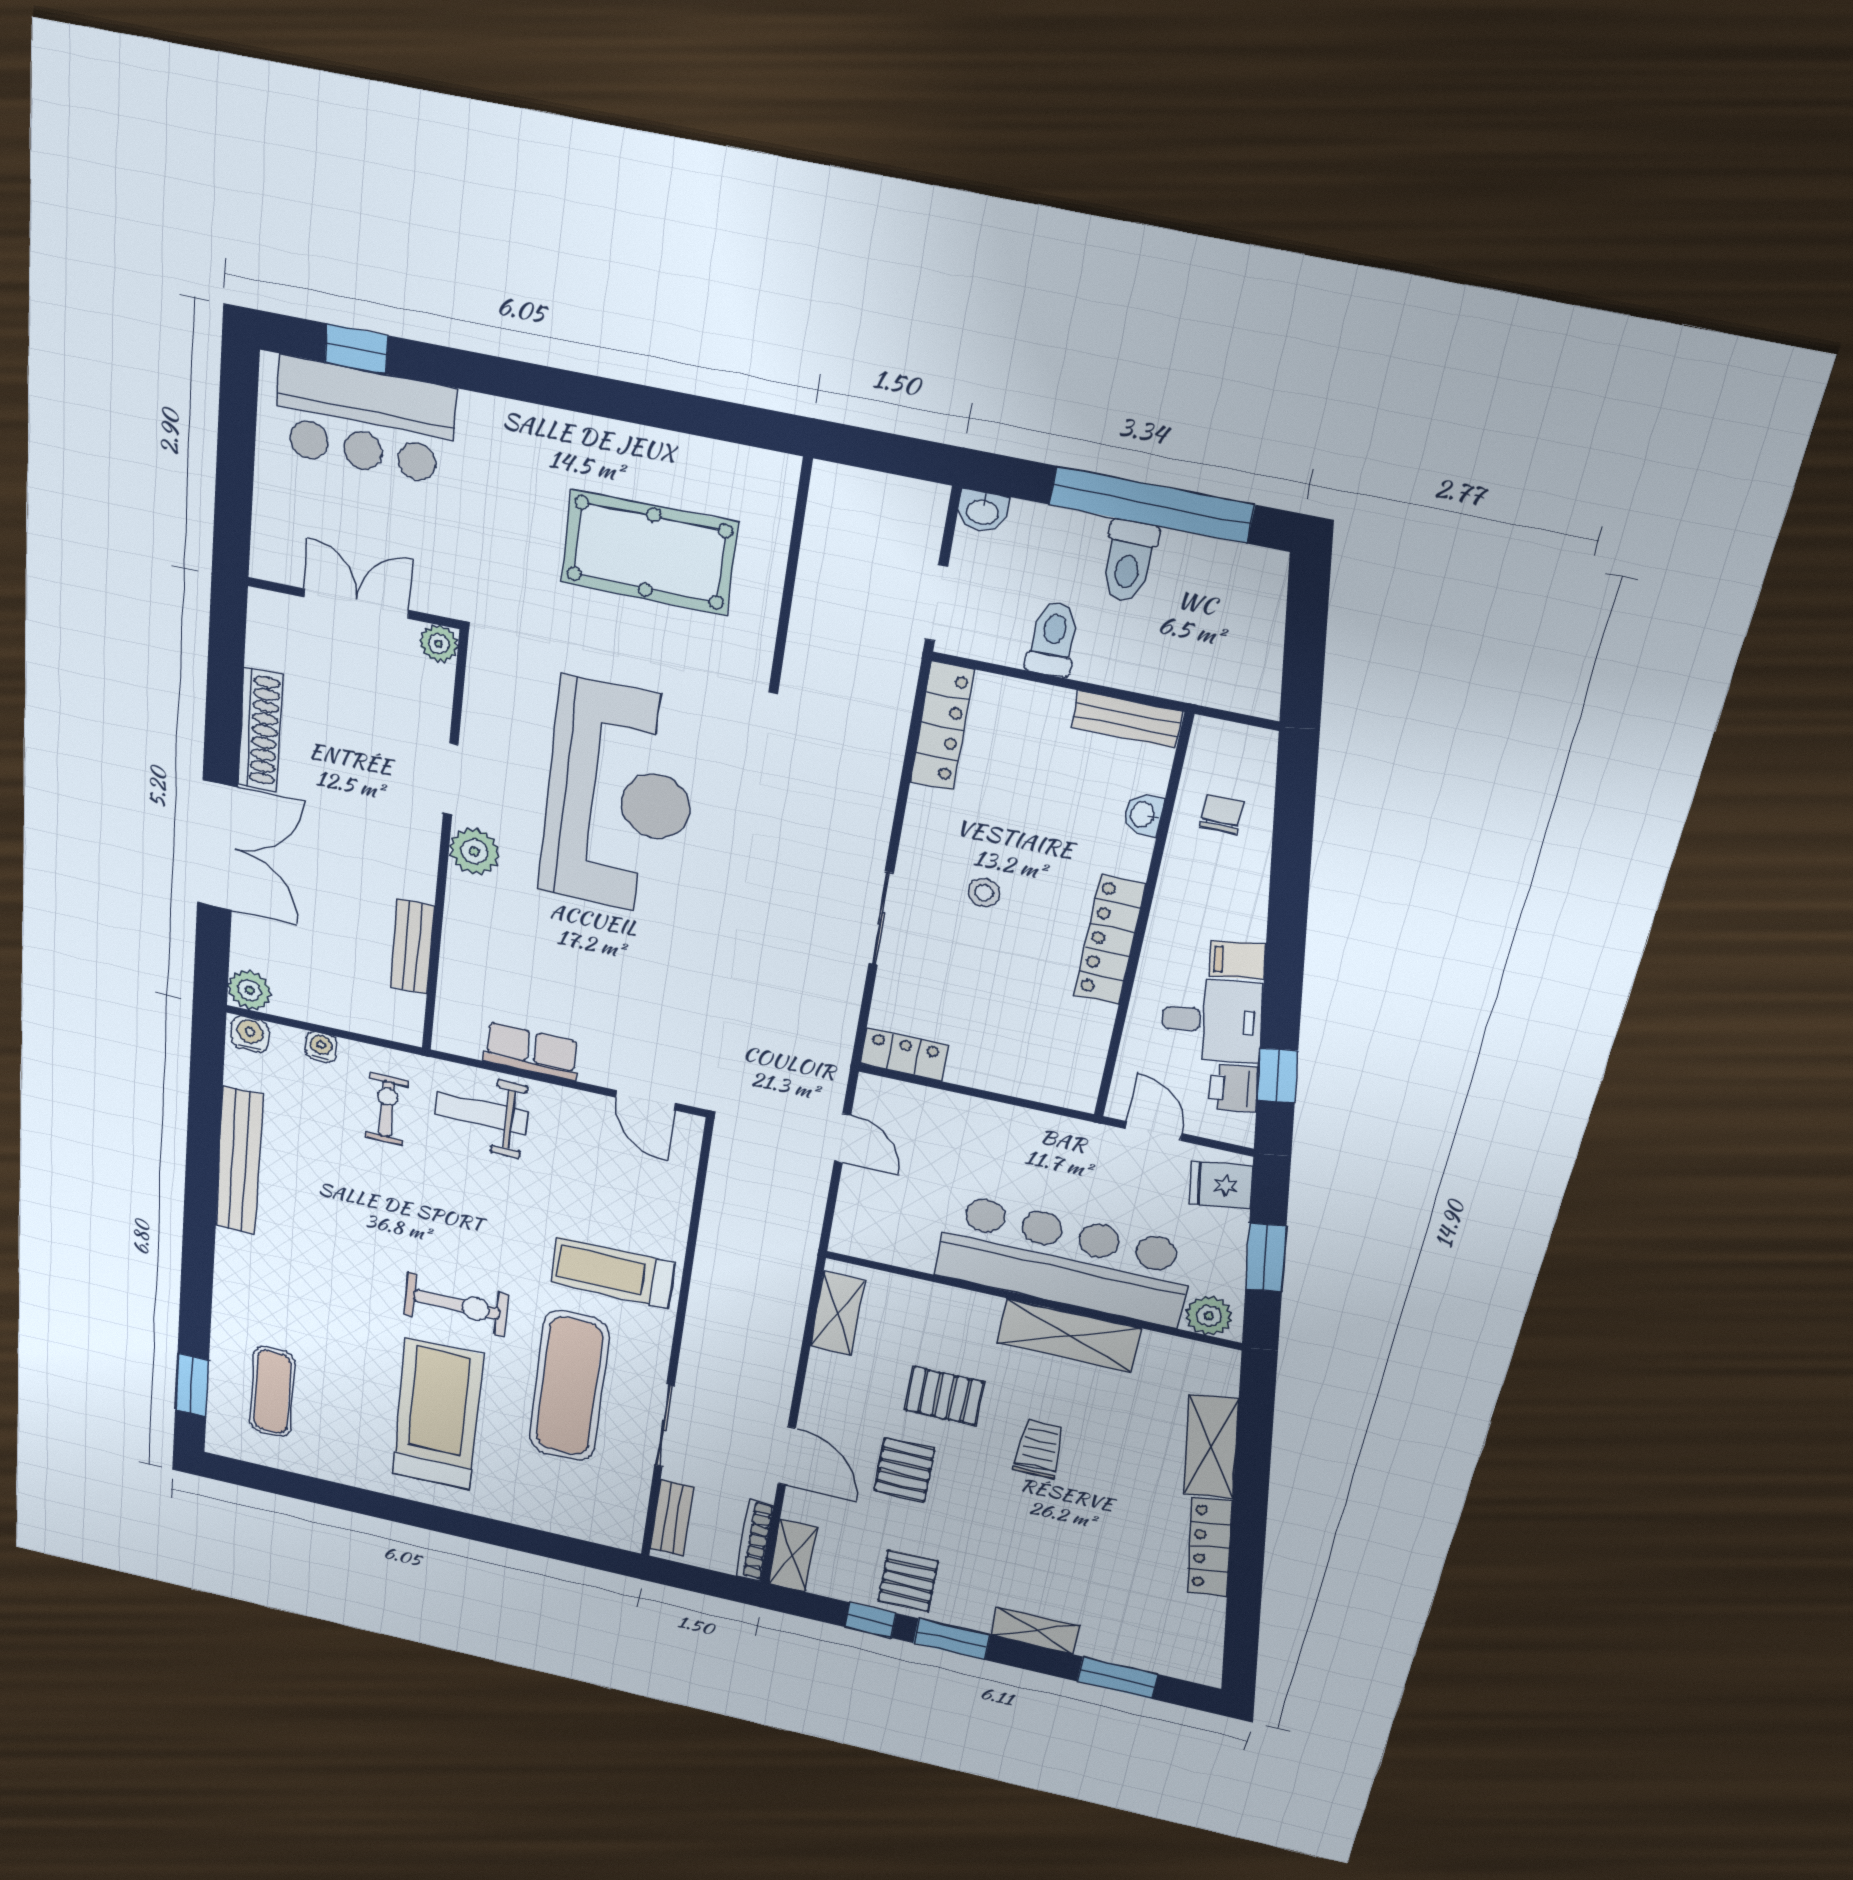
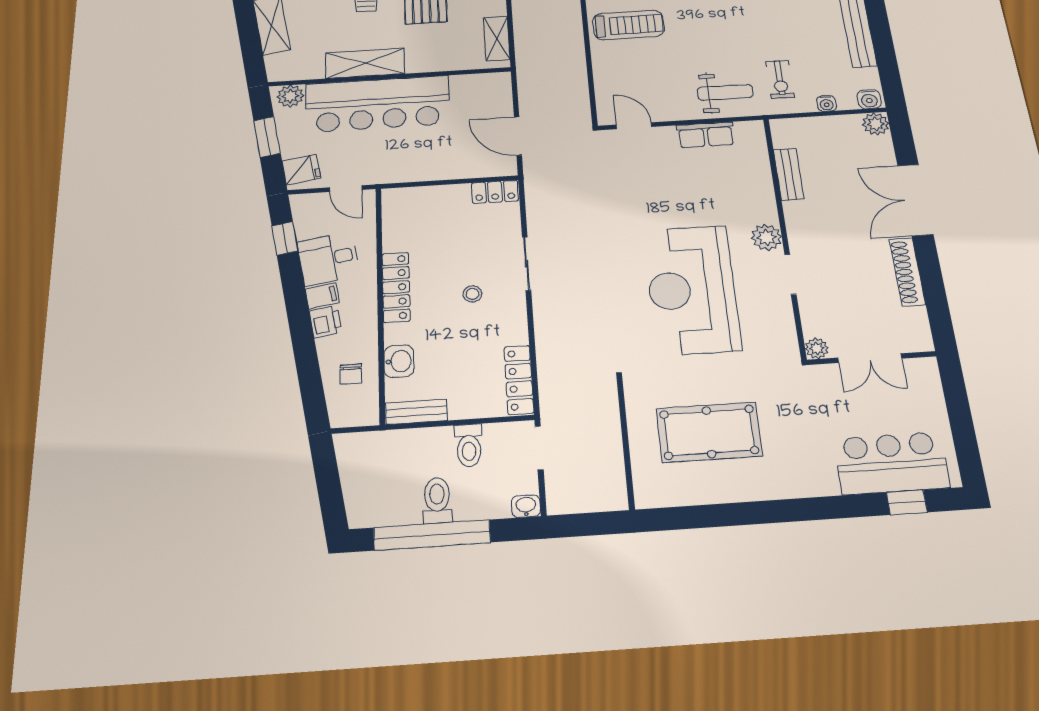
washbasin: (1143, 815) -> (399, 361), width x1.38, depth x1.45
printer: (1233, 1088) -> (326, 322), moved
door: (843, 1138) -> (518, 136), width x1.38

